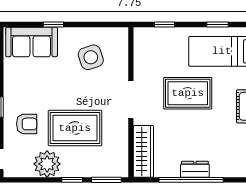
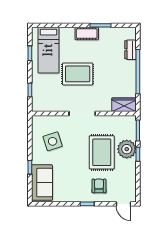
rug: (188, 93) -> (78, 74), turned 90
wardrobe: (143, 151) -> (124, 105), width x0.67
plant: (47, 164) -> (127, 149), moved
dresser: (195, 169) -> (130, 50), moved

